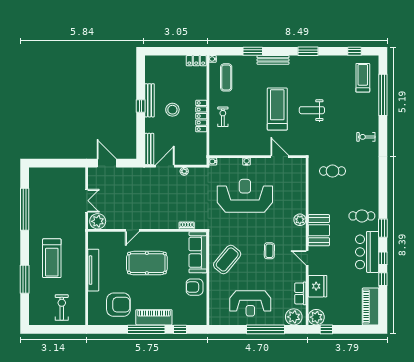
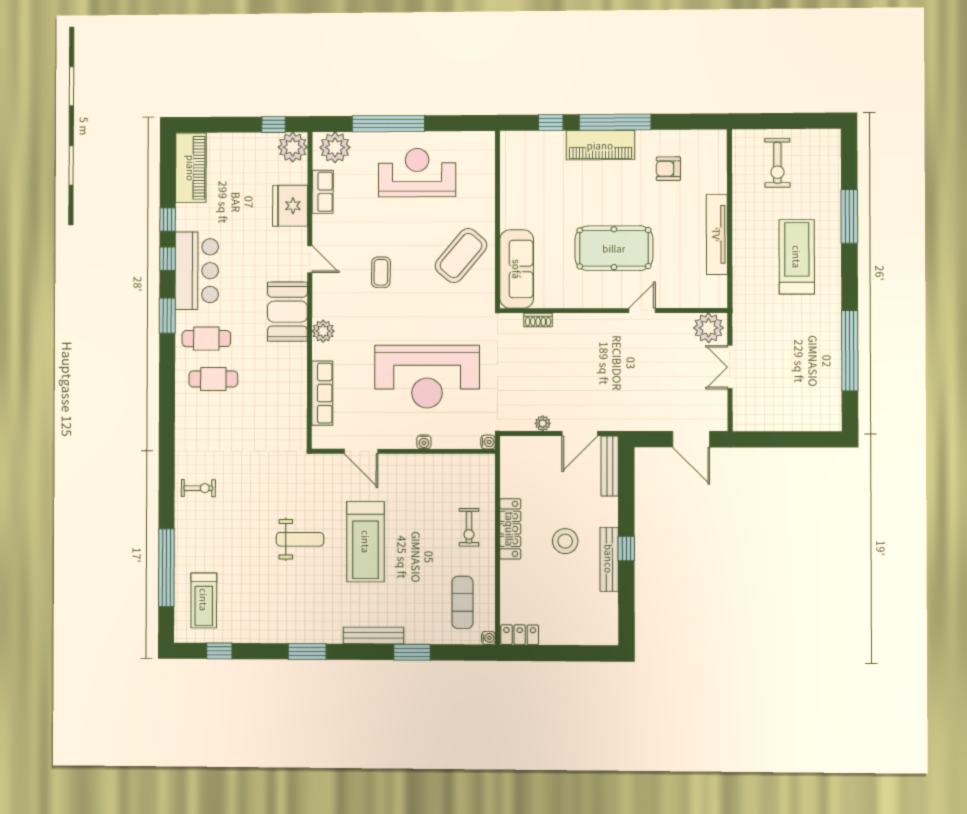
cafe table: (333, 171) -> (213, 379), moved
row of seats: (300, 187) -> (322, 393), added
armchair: (195, 287) -> (523, 203), removed
armchair: (118, 305) -> (668, 169), width x0.53, depth x0.53

